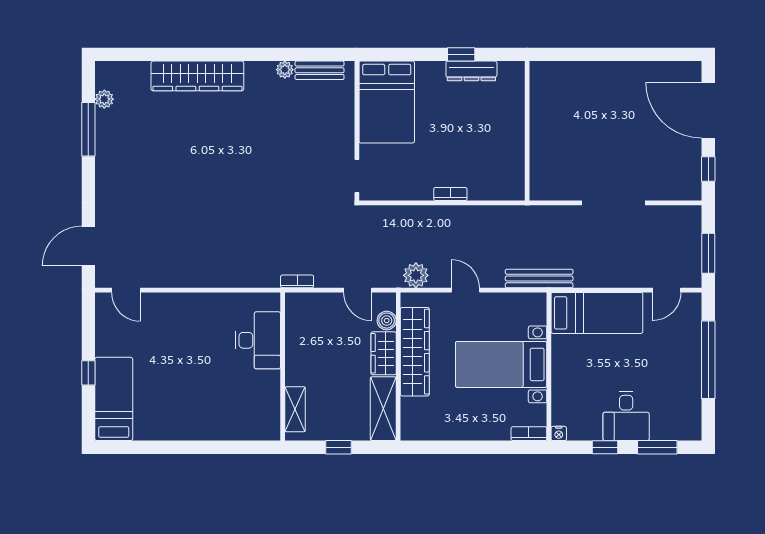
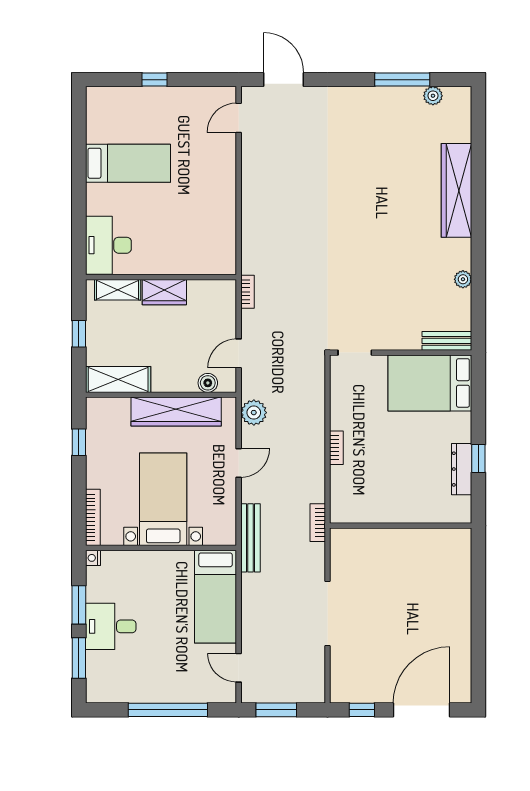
bench: (320, 70) -> (447, 341), moved, turned 90
bookcase: (524, 212) -> (318, 523), added
desk: (258, 340) -> (108, 245), moved, turned 90
wardrobe: (384, 353) -> (164, 292), moved, turned 180
bed: (114, 399) -> (128, 163), moved
bookcase: (529, 434) -> (93, 517), width x1.56
window: (445, 447) -> (79, 442), added
window: (605, 447) -> (79, 605), width x1.50

